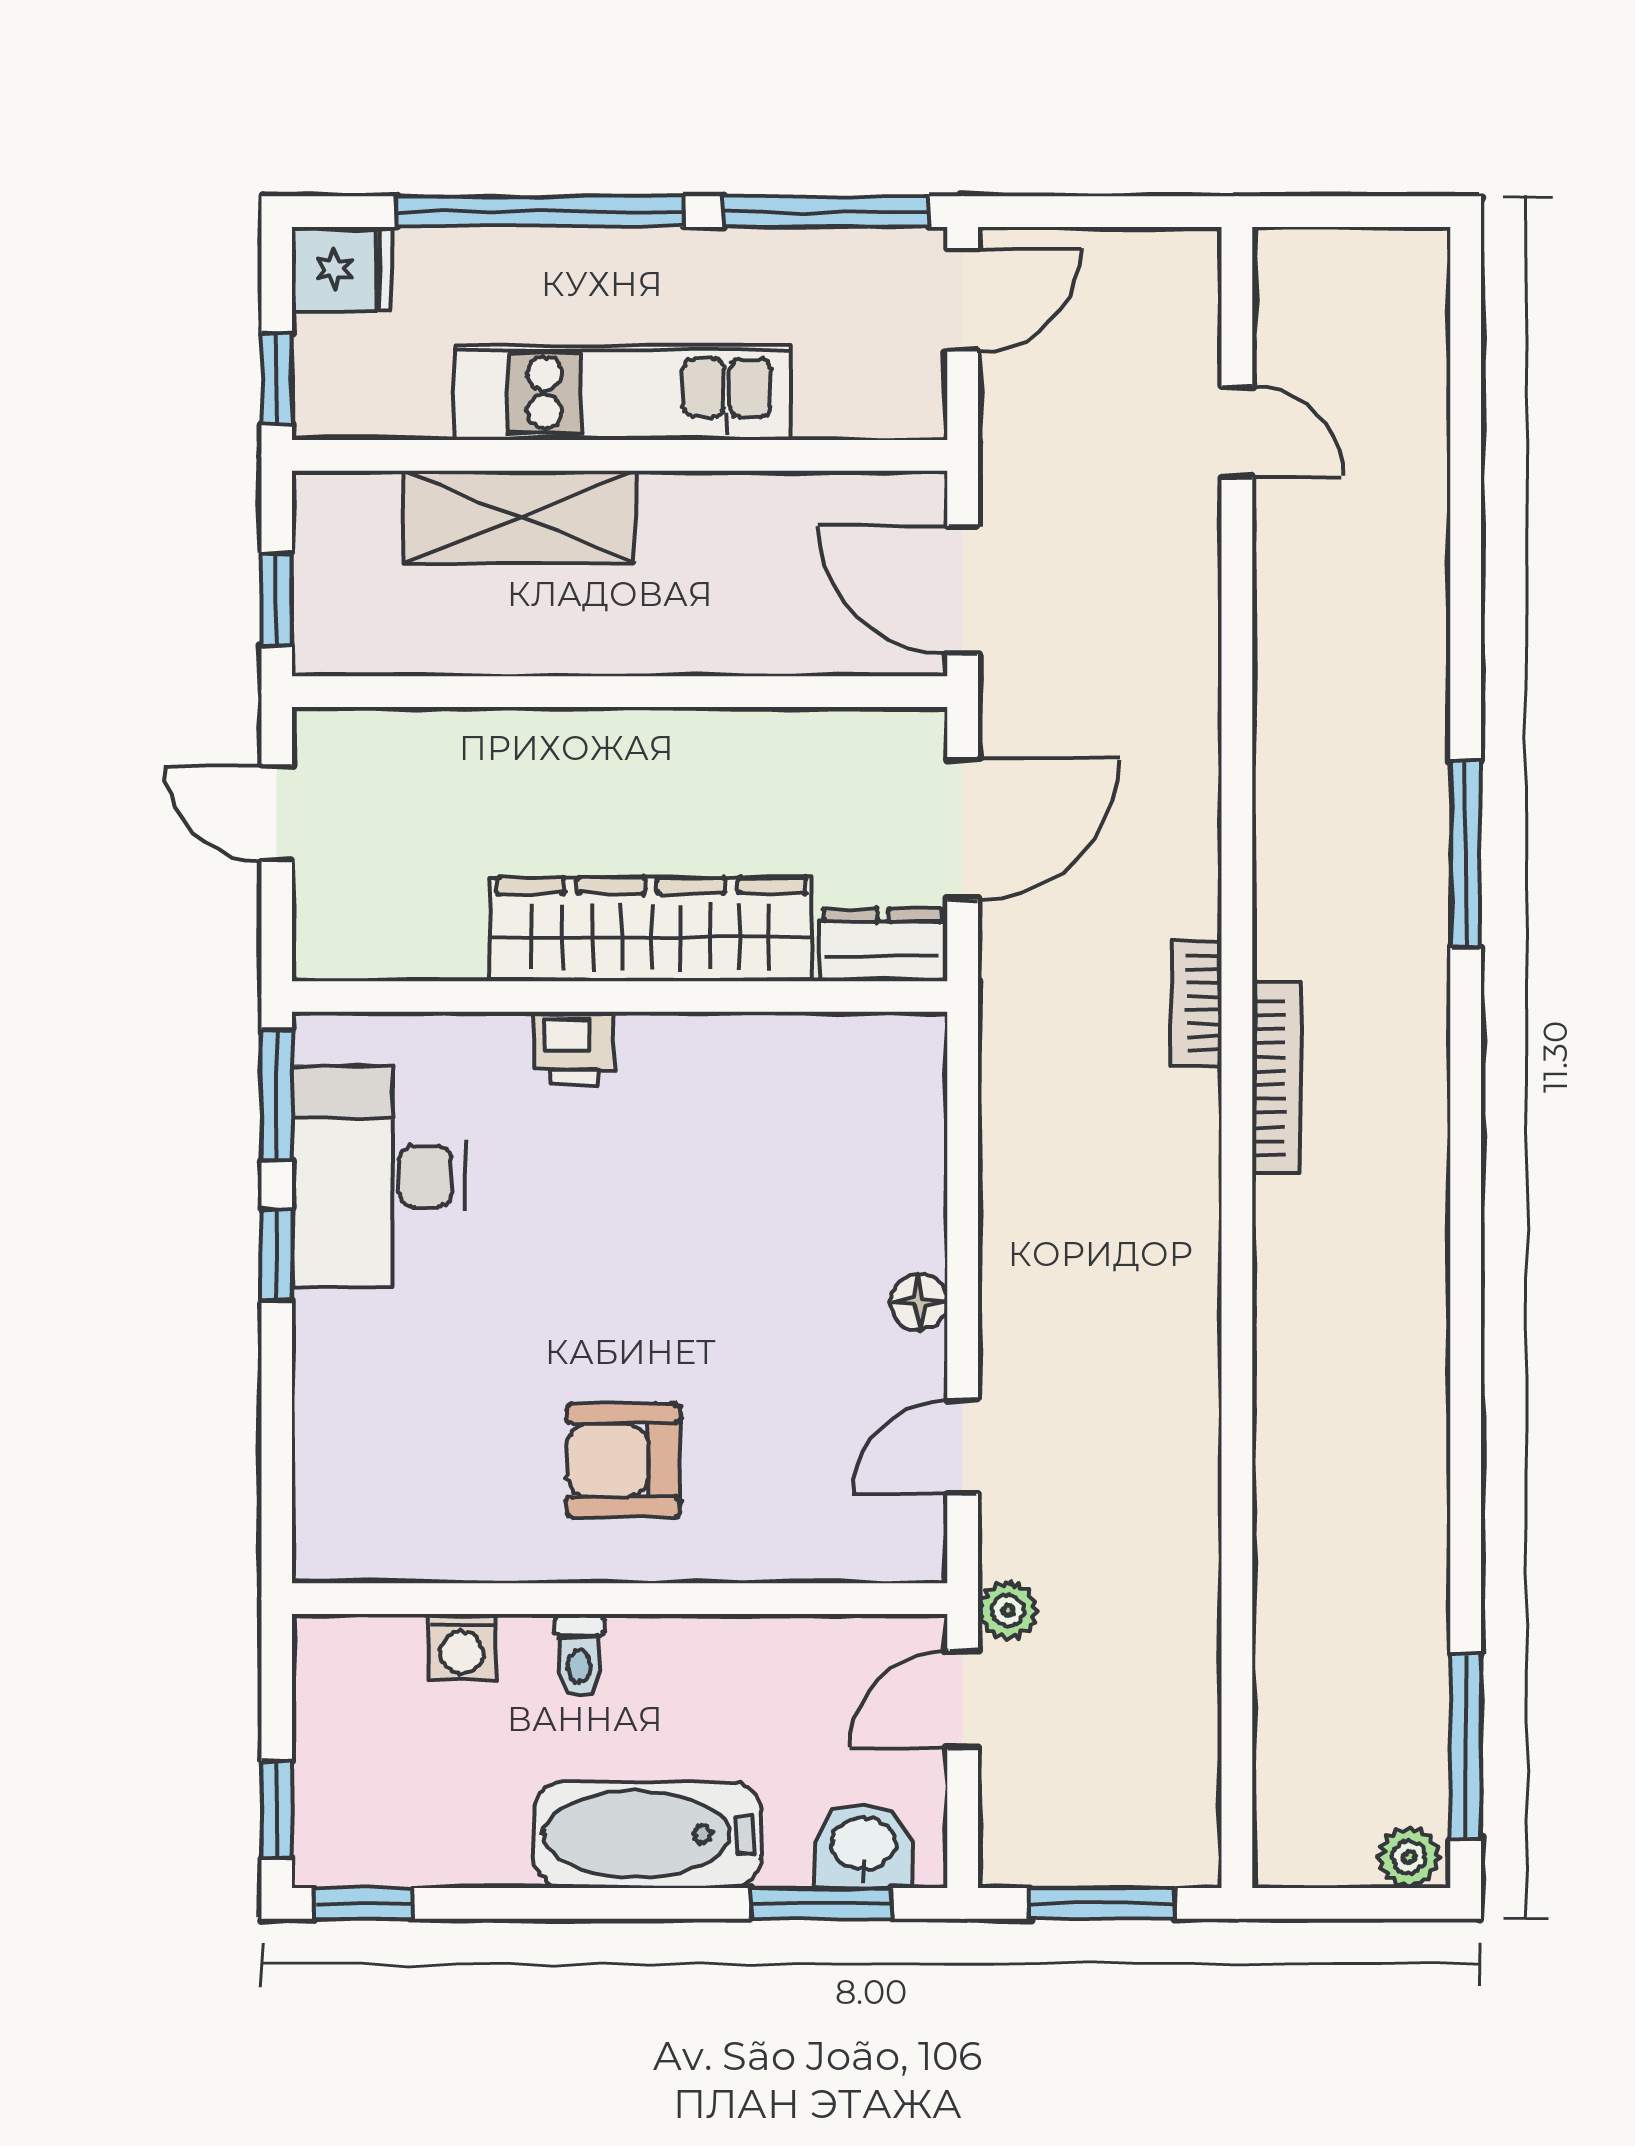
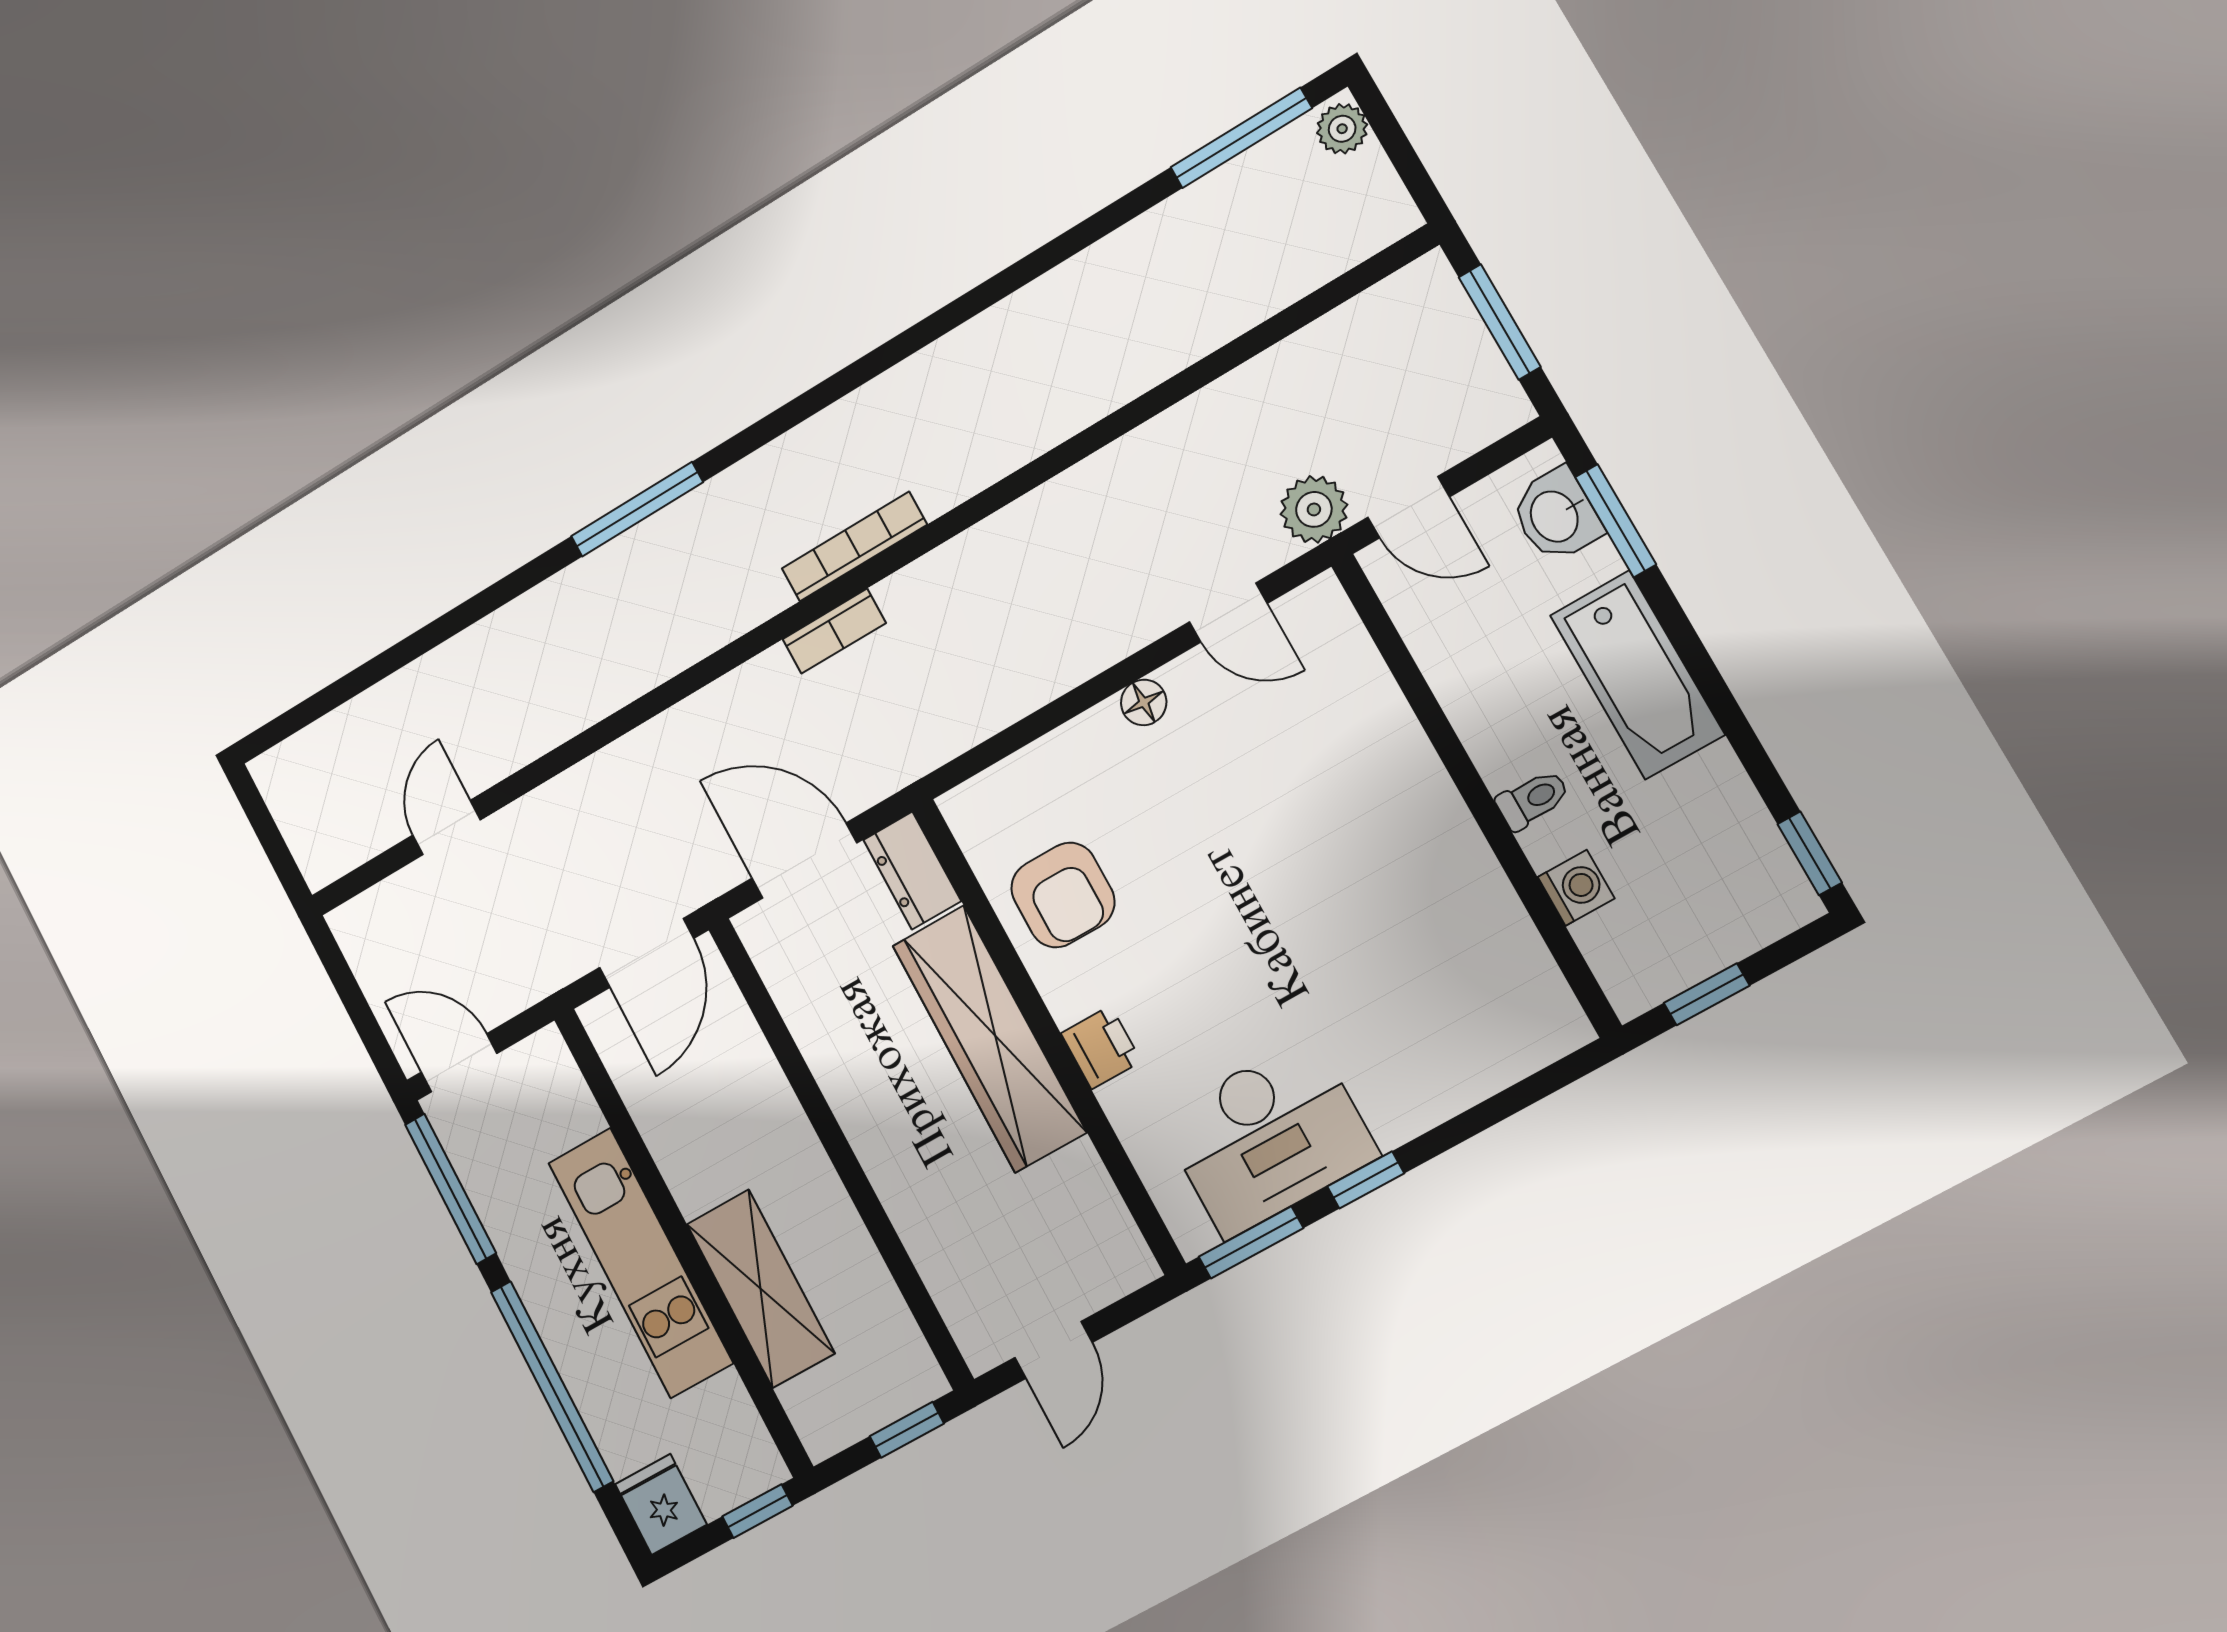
armchair: (624, 1460) -> (1063, 895), moved
plant: (1008, 1610) -> (1314, 509), width x1.38, depth x1.38
window: (277, 1810) -> (1707, 994), moved

